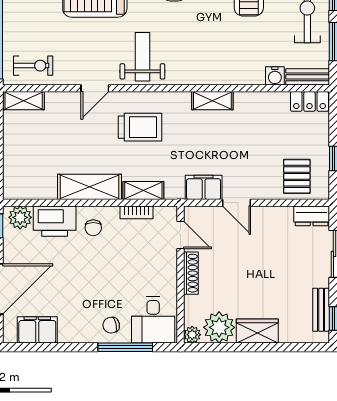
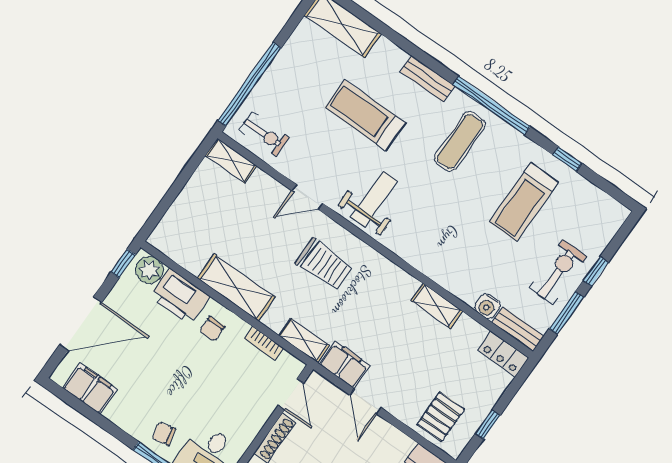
shelving: (212, 101) -> (437, 306), moved
shelving: (143, 190) -> (304, 340), moved

